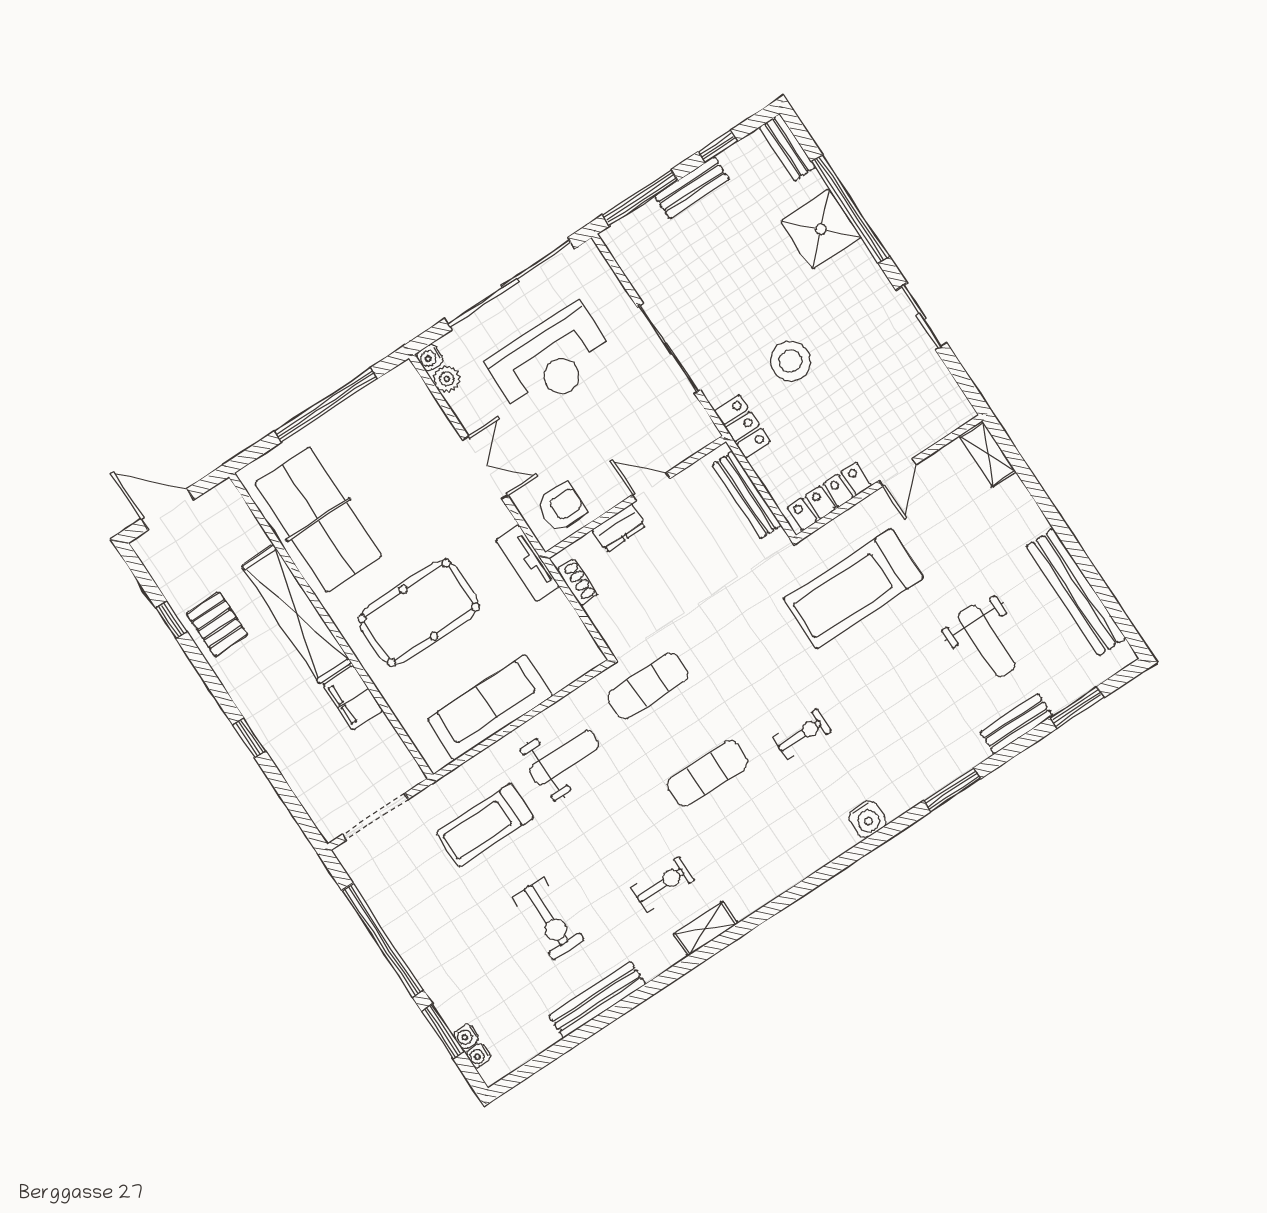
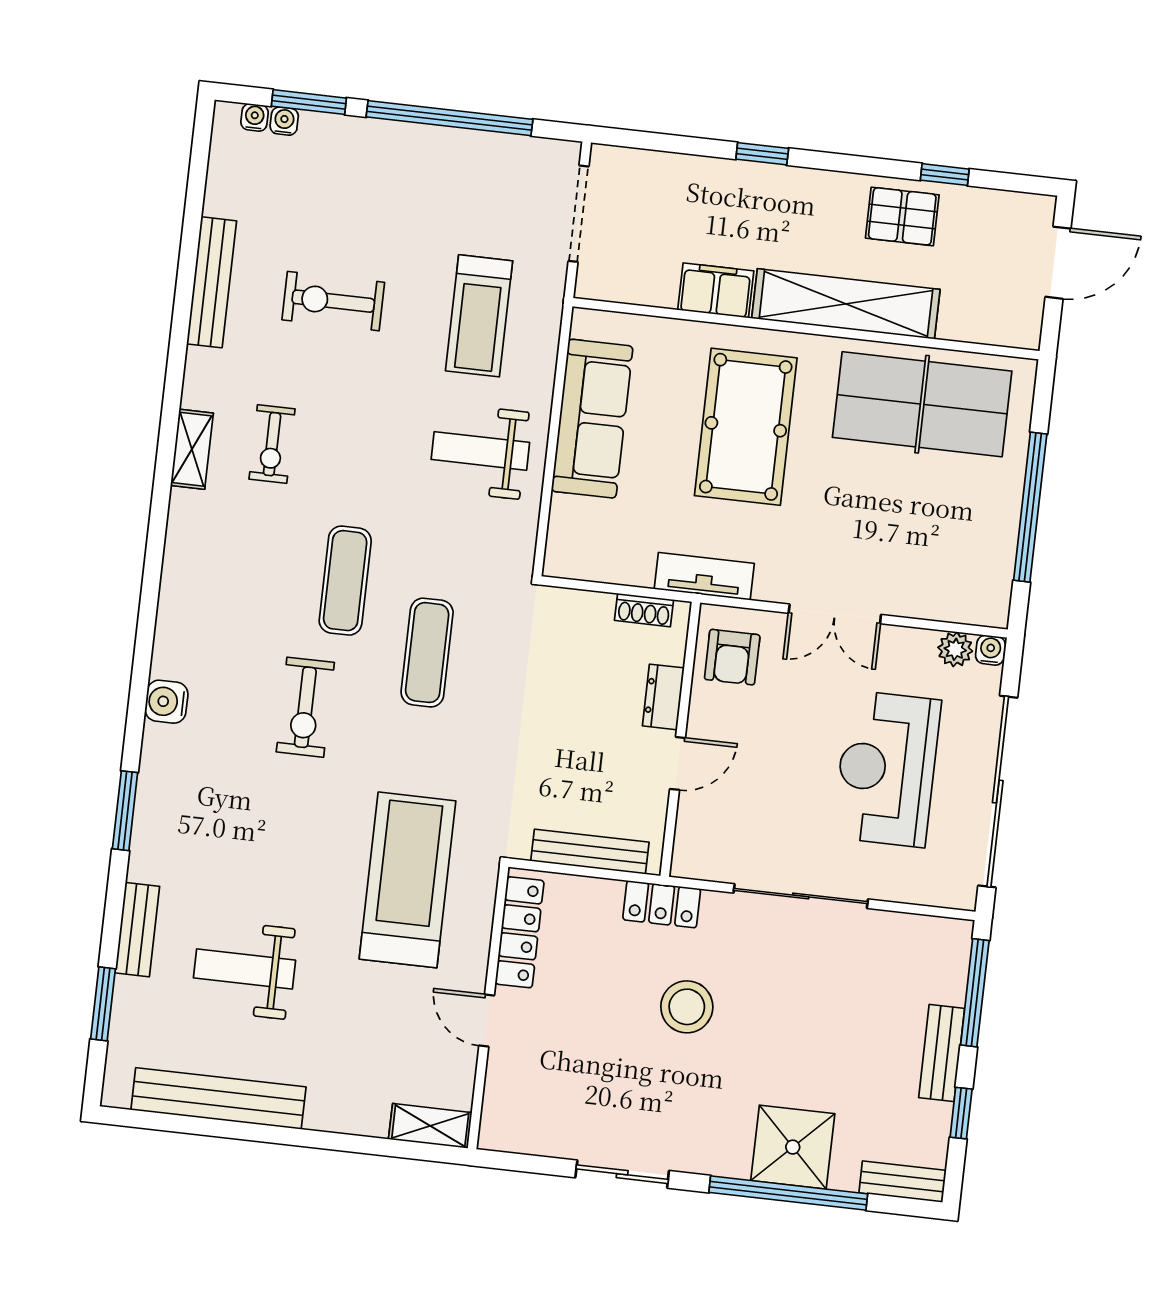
exercise mat: (648, 686) -> (427, 653), moved
exercise bike: (802, 734) -> (305, 707), width x1.38, depth x1.39
weight bench: (564, 758) -> (480, 451), turned 90
treadmill: (485, 825) -> (479, 316), turned 180

